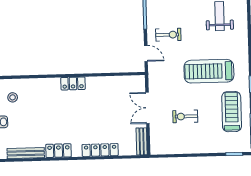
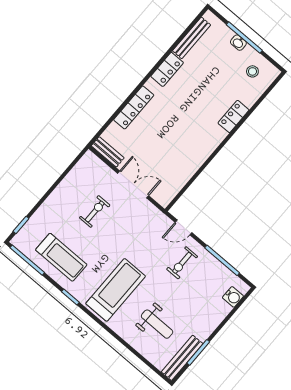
treadmill: (209, 71) -> (116, 290), moved
locker: (73, 83) -> (233, 116), moved

